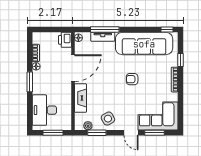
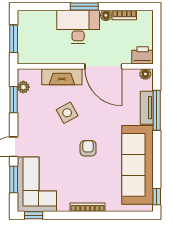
window: (180, 60) -> (34, 215), moved
desk: (44, 110) -> (78, 27), moved
side table: (108, 119) -> (67, 113), moved

